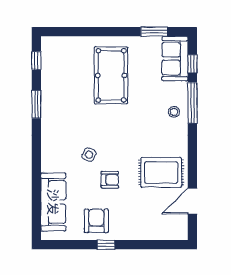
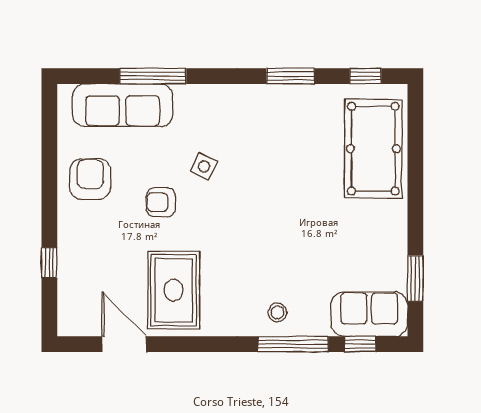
pool table: (111, 75) -> (373, 149), moved, turned 90
armchair: (110, 180) -> (161, 202), turned 90
window: (36, 184) -> (153, 76), added
armchair: (96, 221) -> (90, 179), turned -90
window: (106, 245) -> (49, 263), moved

